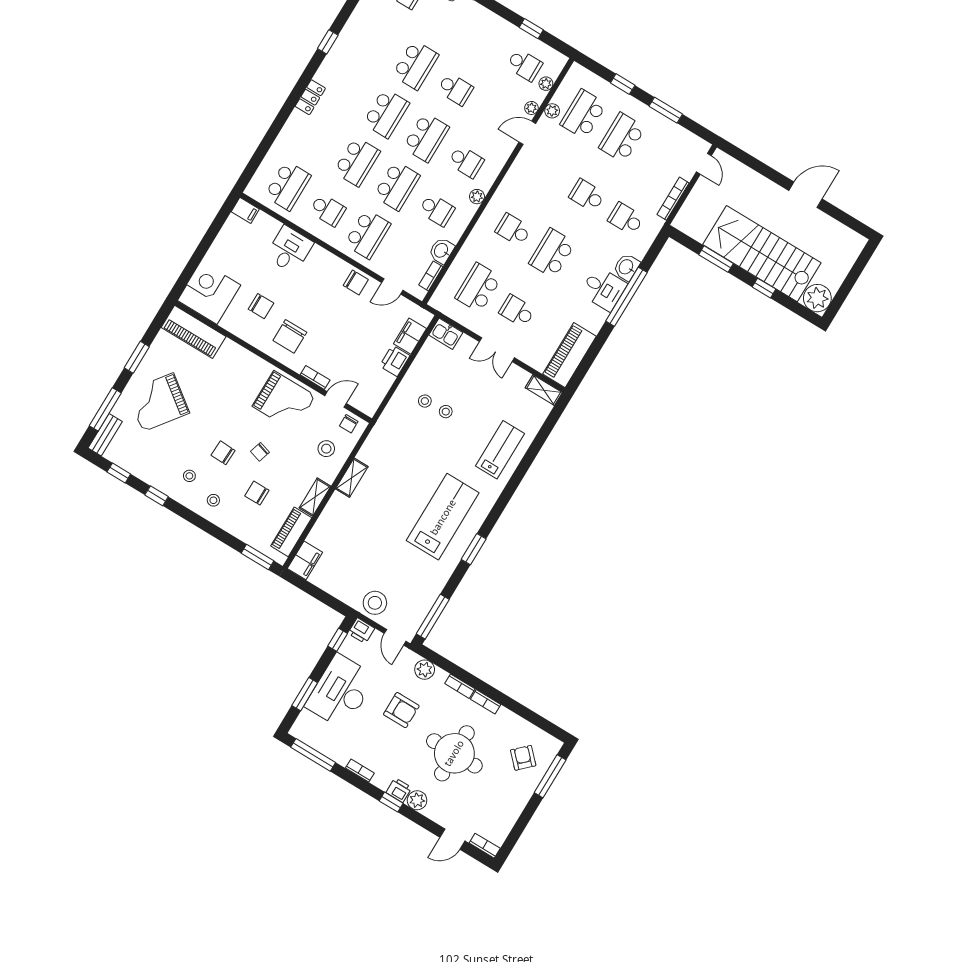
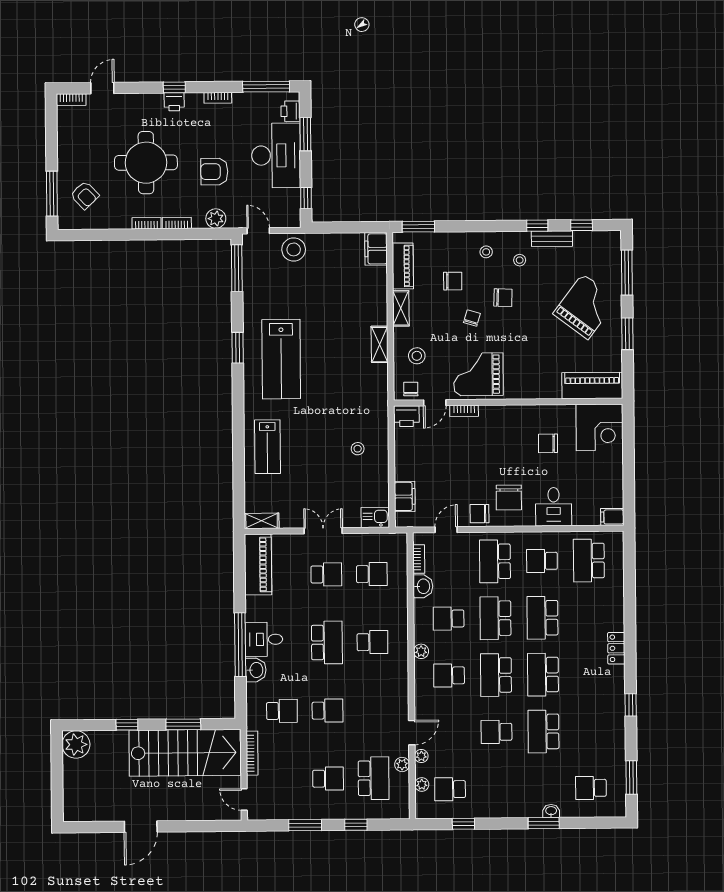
school desk: (622, 138) -> (328, 779), width x0.54
stairs: (762, 254) -> (185, 753), moved
school desk: (478, 288) -> (372, 574), width x0.54
chair: (290, 336) -> (509, 498), moved, turned 180
printer: (395, 361) -> (406, 416), moved, turned 90
stool: (446, 412) -> (334, 451), removed
bench: (105, 435) -> (552, 239), moved, turned 90
printer: (361, 631) -> (290, 111), moved, turned -90
plant: (417, 800) -> (153, 103), removed

